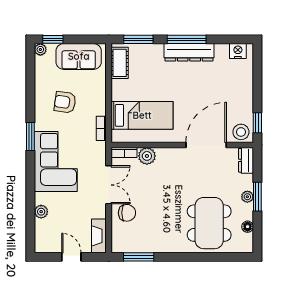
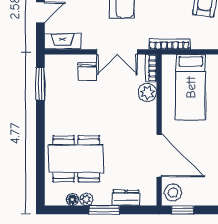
bookcase: (101, 128) -> (170, 44), width x1.56
dresser: (246, 160) -> (126, 198), moved
plant: (247, 197) -> (86, 199), moved

